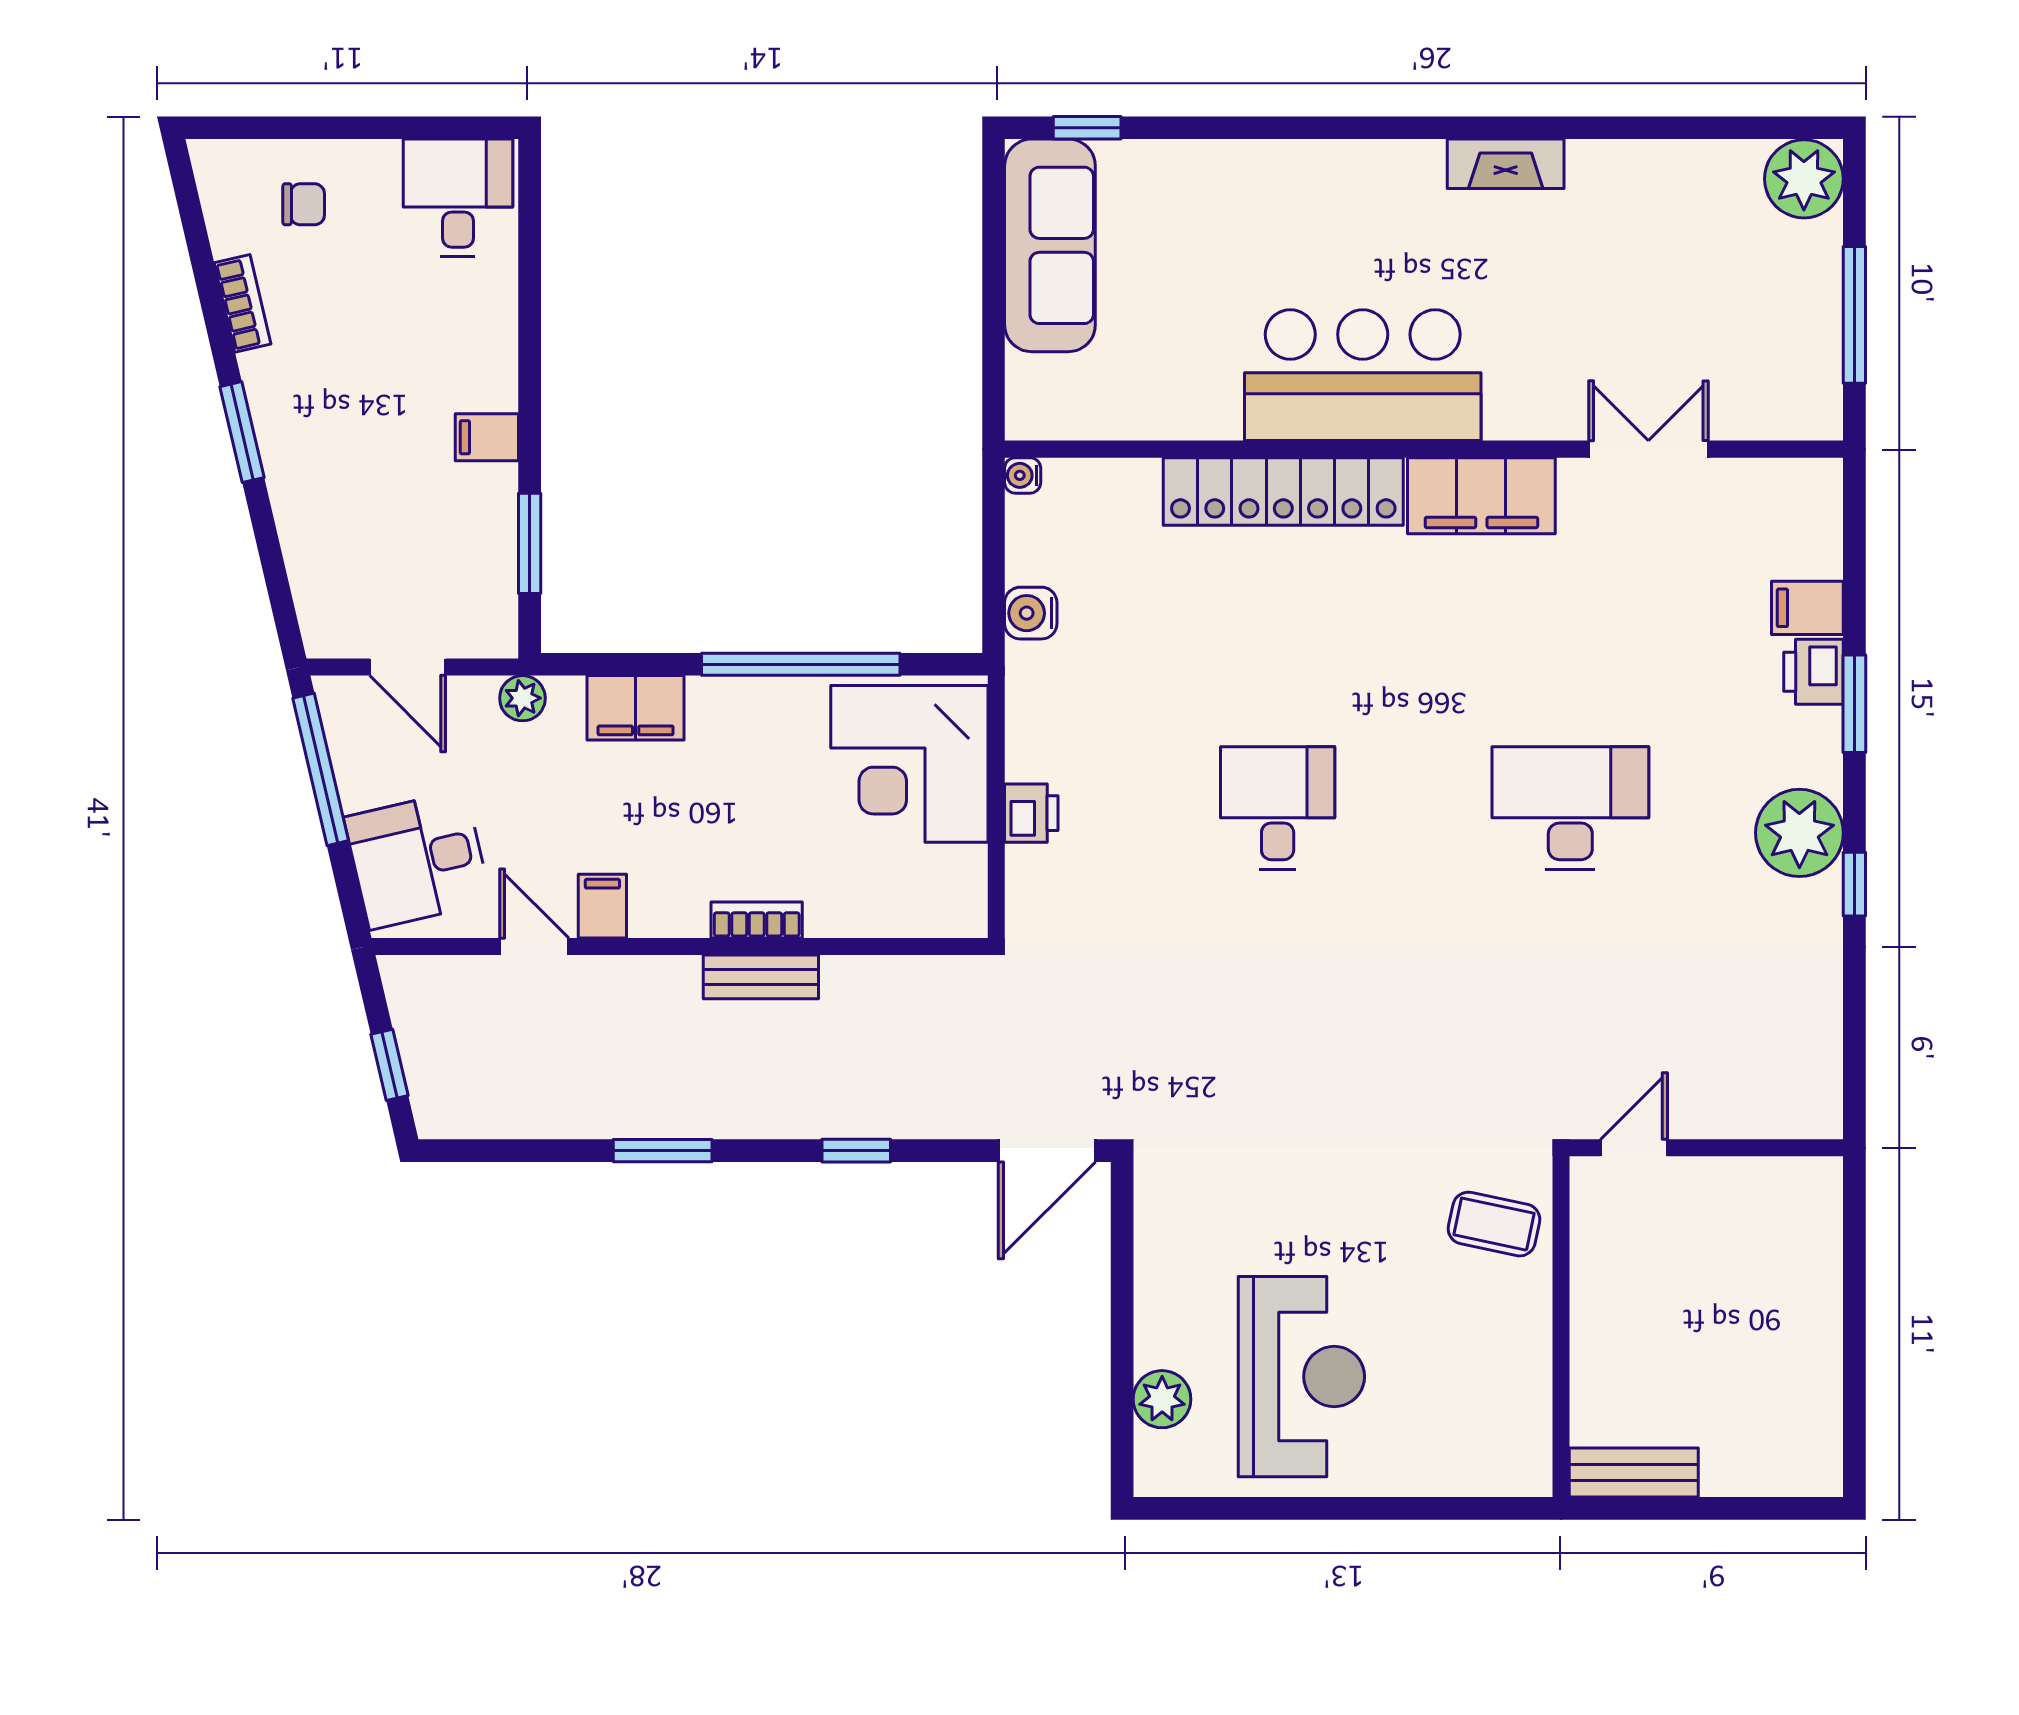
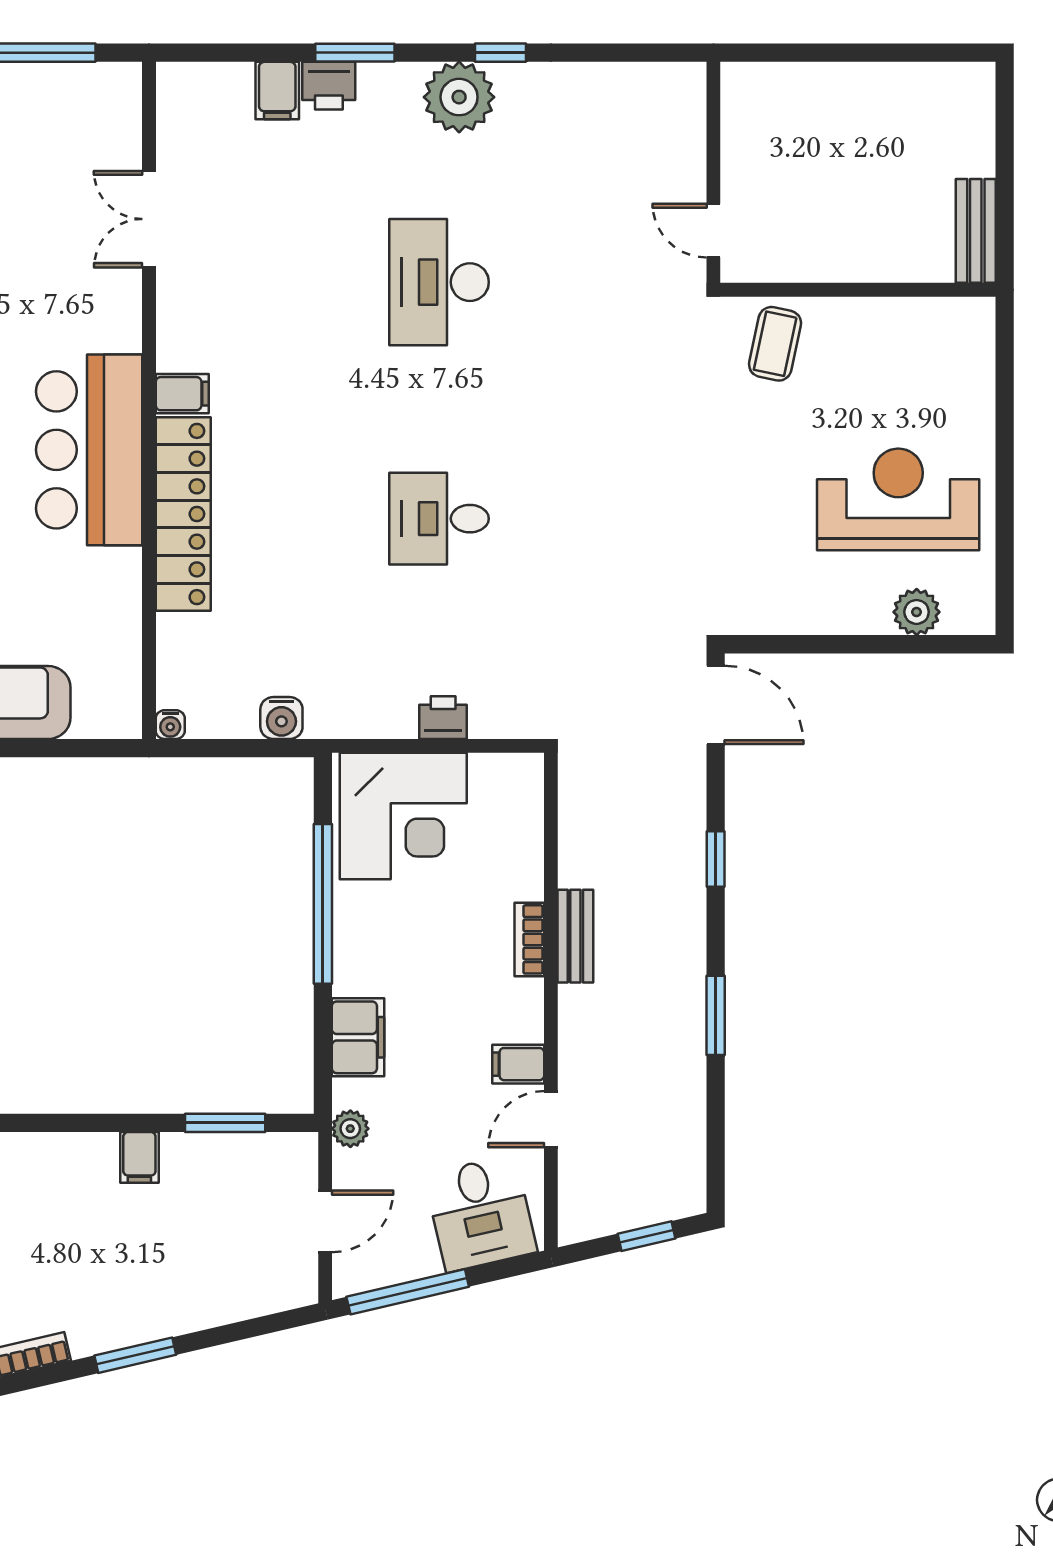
filing cabinet: (1481, 496) -> (182, 394), width x0.33, depth x0.86

